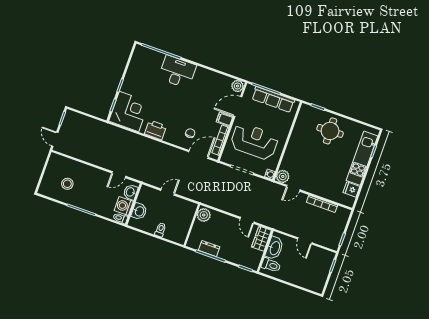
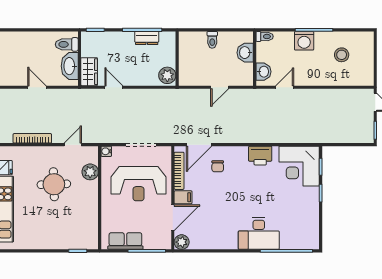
row of seats: (273, 100) -> (125, 241), width x0.68
round table: (330, 131) -> (54, 184), moved
plant: (283, 176) -> (90, 172), moved
washing machine: (124, 206) -> (304, 41), moved, turned 90

